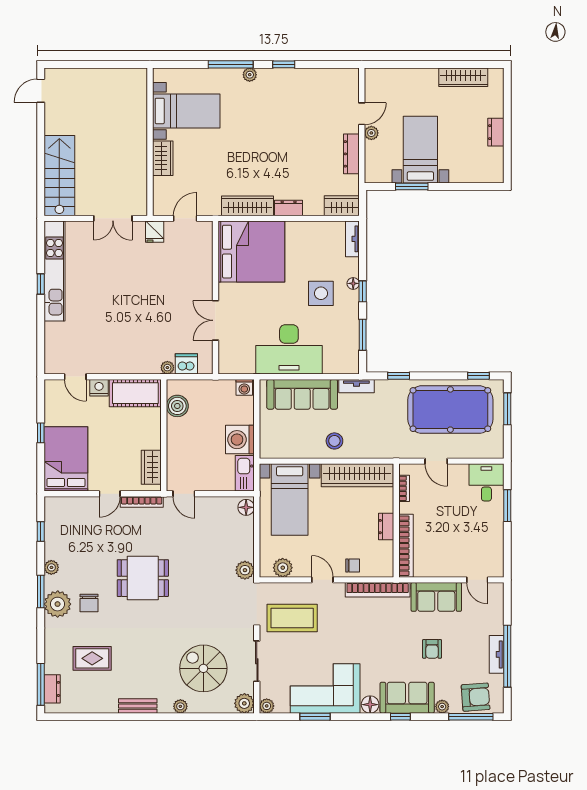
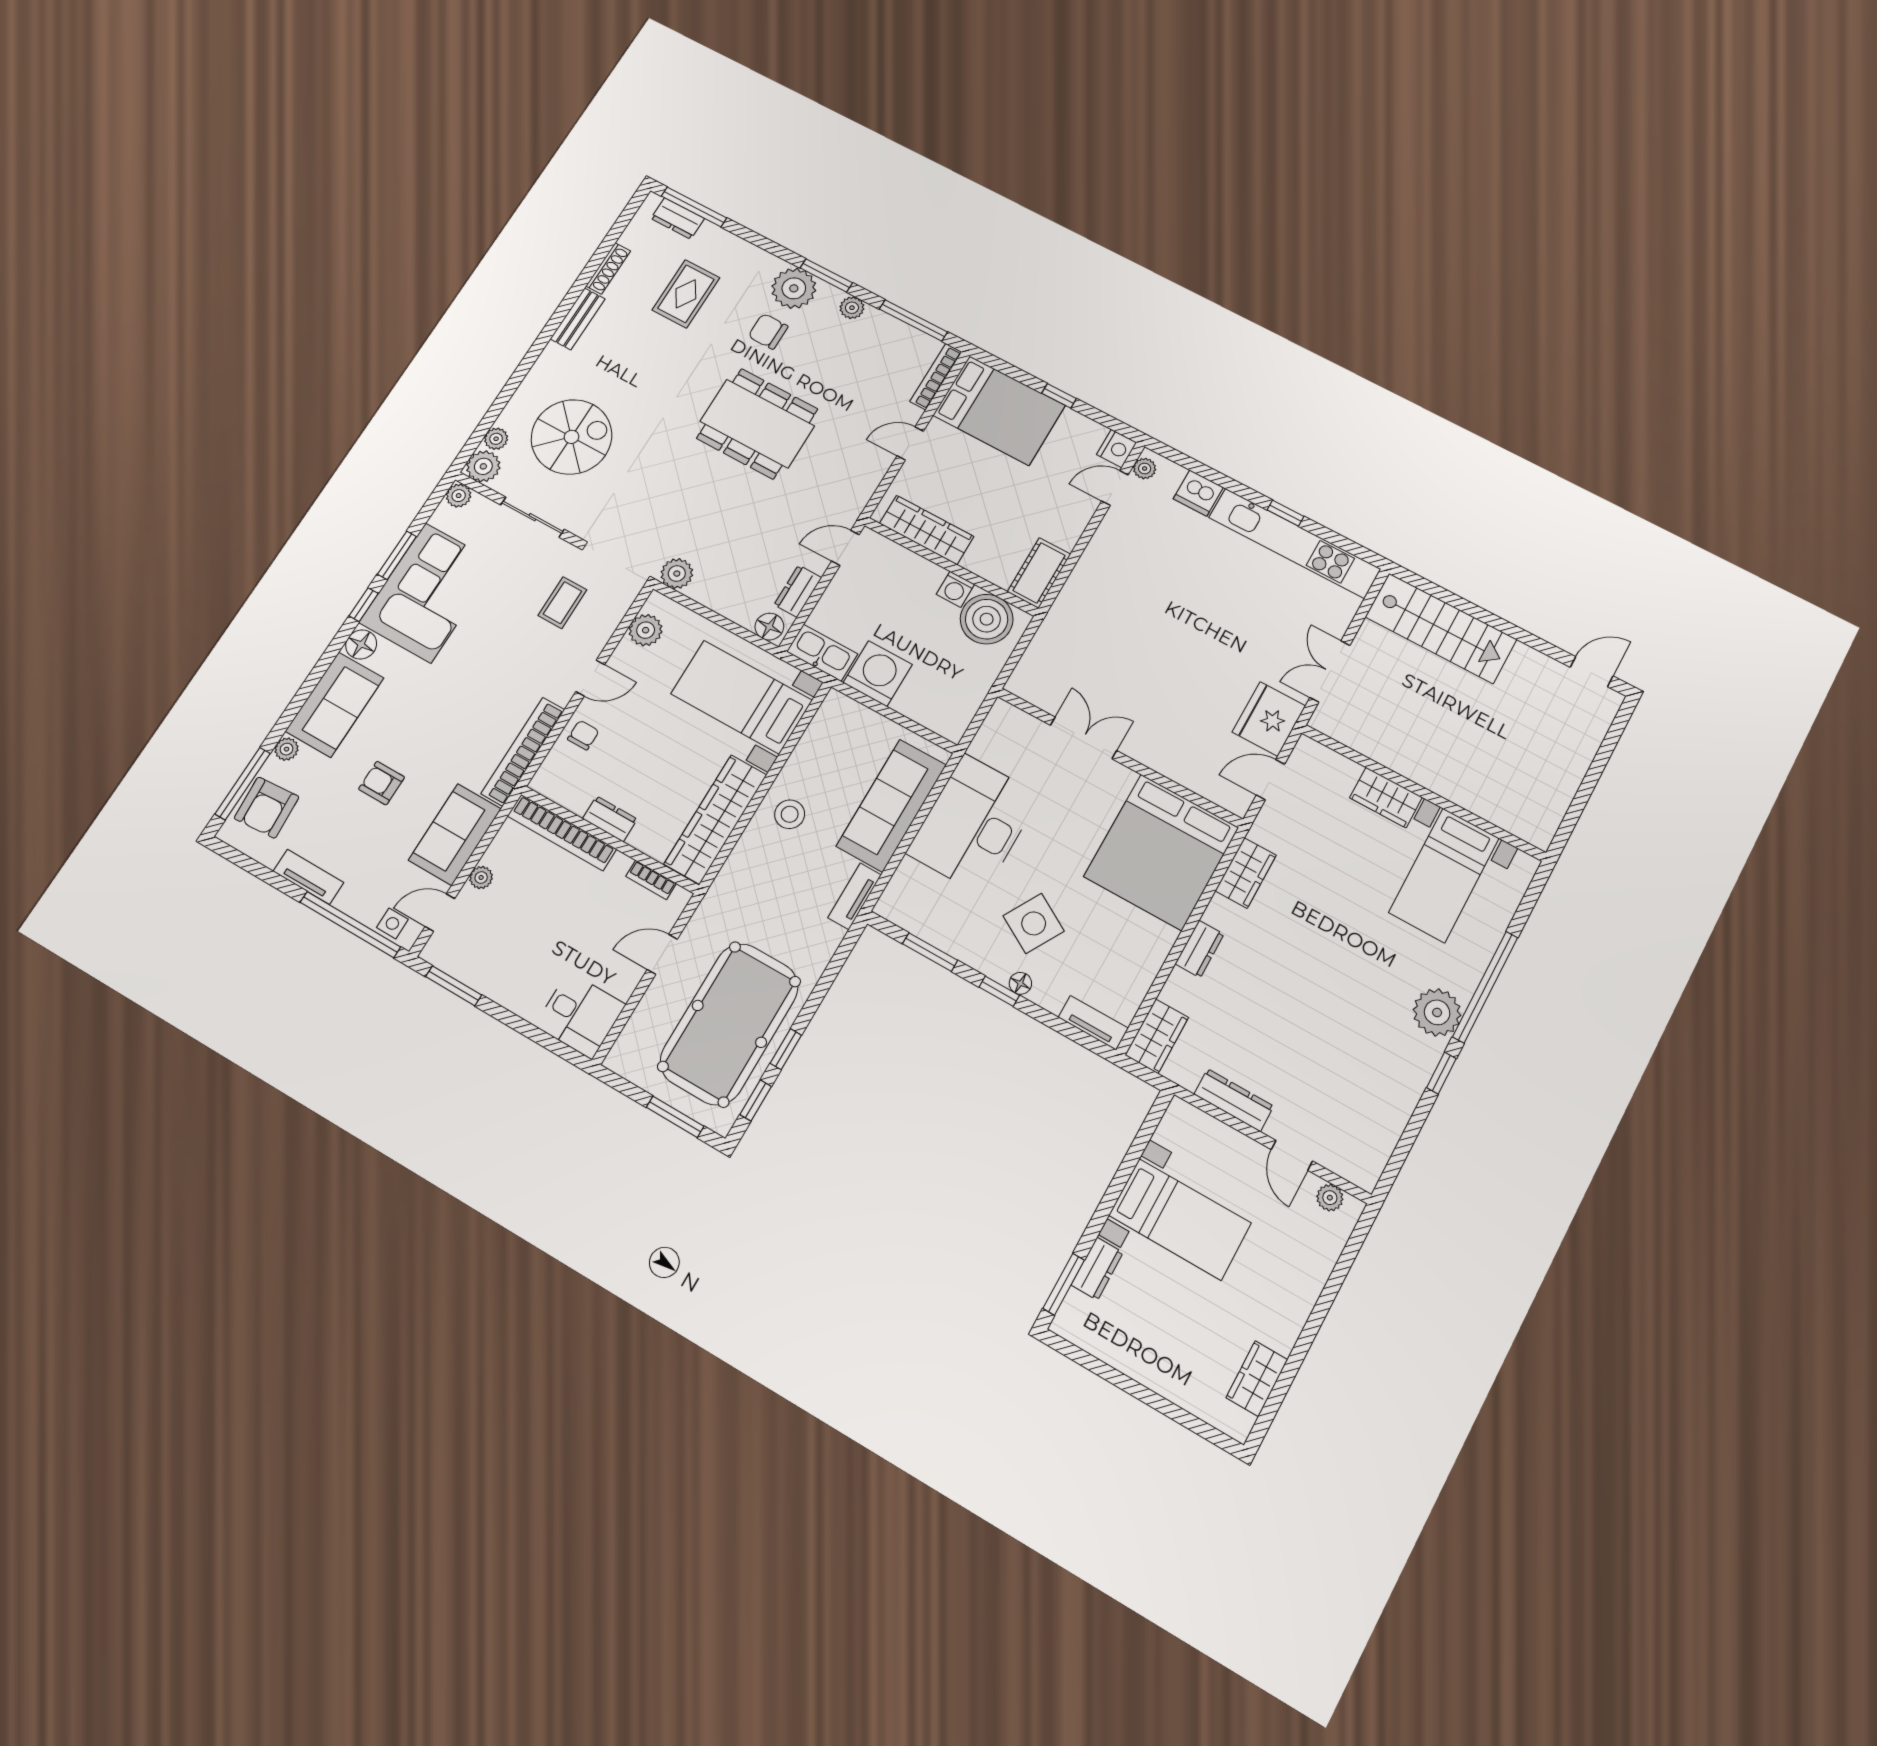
window: (231, 64) -> (1485, 987), width x1.46
plant: (250, 75) -> (1437, 1012), width x1.88, depth x1.88
wardrobe: (463, 77) -> (1257, 1379), width x0.67
door: (41, 91) -> (1592, 672), hinge flipped
dresser: (496, 132) -> (1097, 1269), moved, turned 90
plant: (371, 133) -> (1330, 1198), moved
window: (412, 187) -> (1064, 1284), moved
wardrobe: (247, 206) -> (1246, 873), width x0.67
door: (185, 218) -> (1271, 780), swing flipped
fridge: (155, 232) -> (1269, 719), width x1.88, depth x1.34
side table: (321, 293) -> (1034, 923), turned 30
dishwasher: (186, 364) -> (1198, 493), moved, turned 90
plant: (167, 368) -> (1145, 469), moved
window: (399, 376) -> (786, 1049), moved
washing machine: (244, 387) -> (955, 589), moved, turned -90
nightstand: (99, 388) -> (1117, 448), moved
cot: (135, 393) -> (1039, 573), width x0.73, depth x0.75
boiler: (177, 406) -> (987, 619), width x1.37, depth x1.37
wardrobe: (151, 467) -> (927, 530), width x1.50
door: (110, 494) -> (910, 443), hinge flipped
bookcase: (142, 502) -> (936, 377), moved
dresser: (220, 504) -> (798, 591), added
window: (507, 506) -> (454, 986), moved
window: (41, 532) -> (913, 320), width x2.17
chair: (353, 565) -> (583, 735), turned 180
plant: (449, 571) -> (481, 877), added
dining table: (143, 578) -> (757, 424), width x1.38
side table: (495, 599) -> (392, 923), added
coffee table: (292, 618) -> (562, 603), width x0.54, depth x0.58
window: (507, 656) -> (350, 925), moved
plant: (180, 706) -> (496, 439), moved
shoe rack: (101, 708) -> (608, 268), added
window: (400, 717) -> (364, 605), moved

